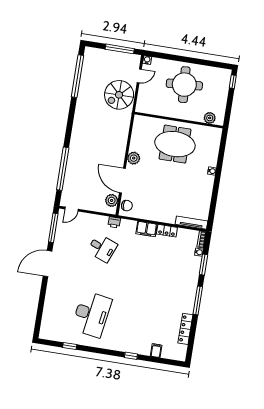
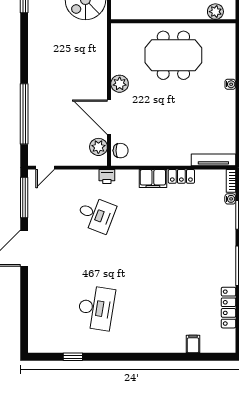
desk: (92, 314) -> (96, 308), width x0.73, depth x0.77
window: (131, 356) -> (159, 357), removed

